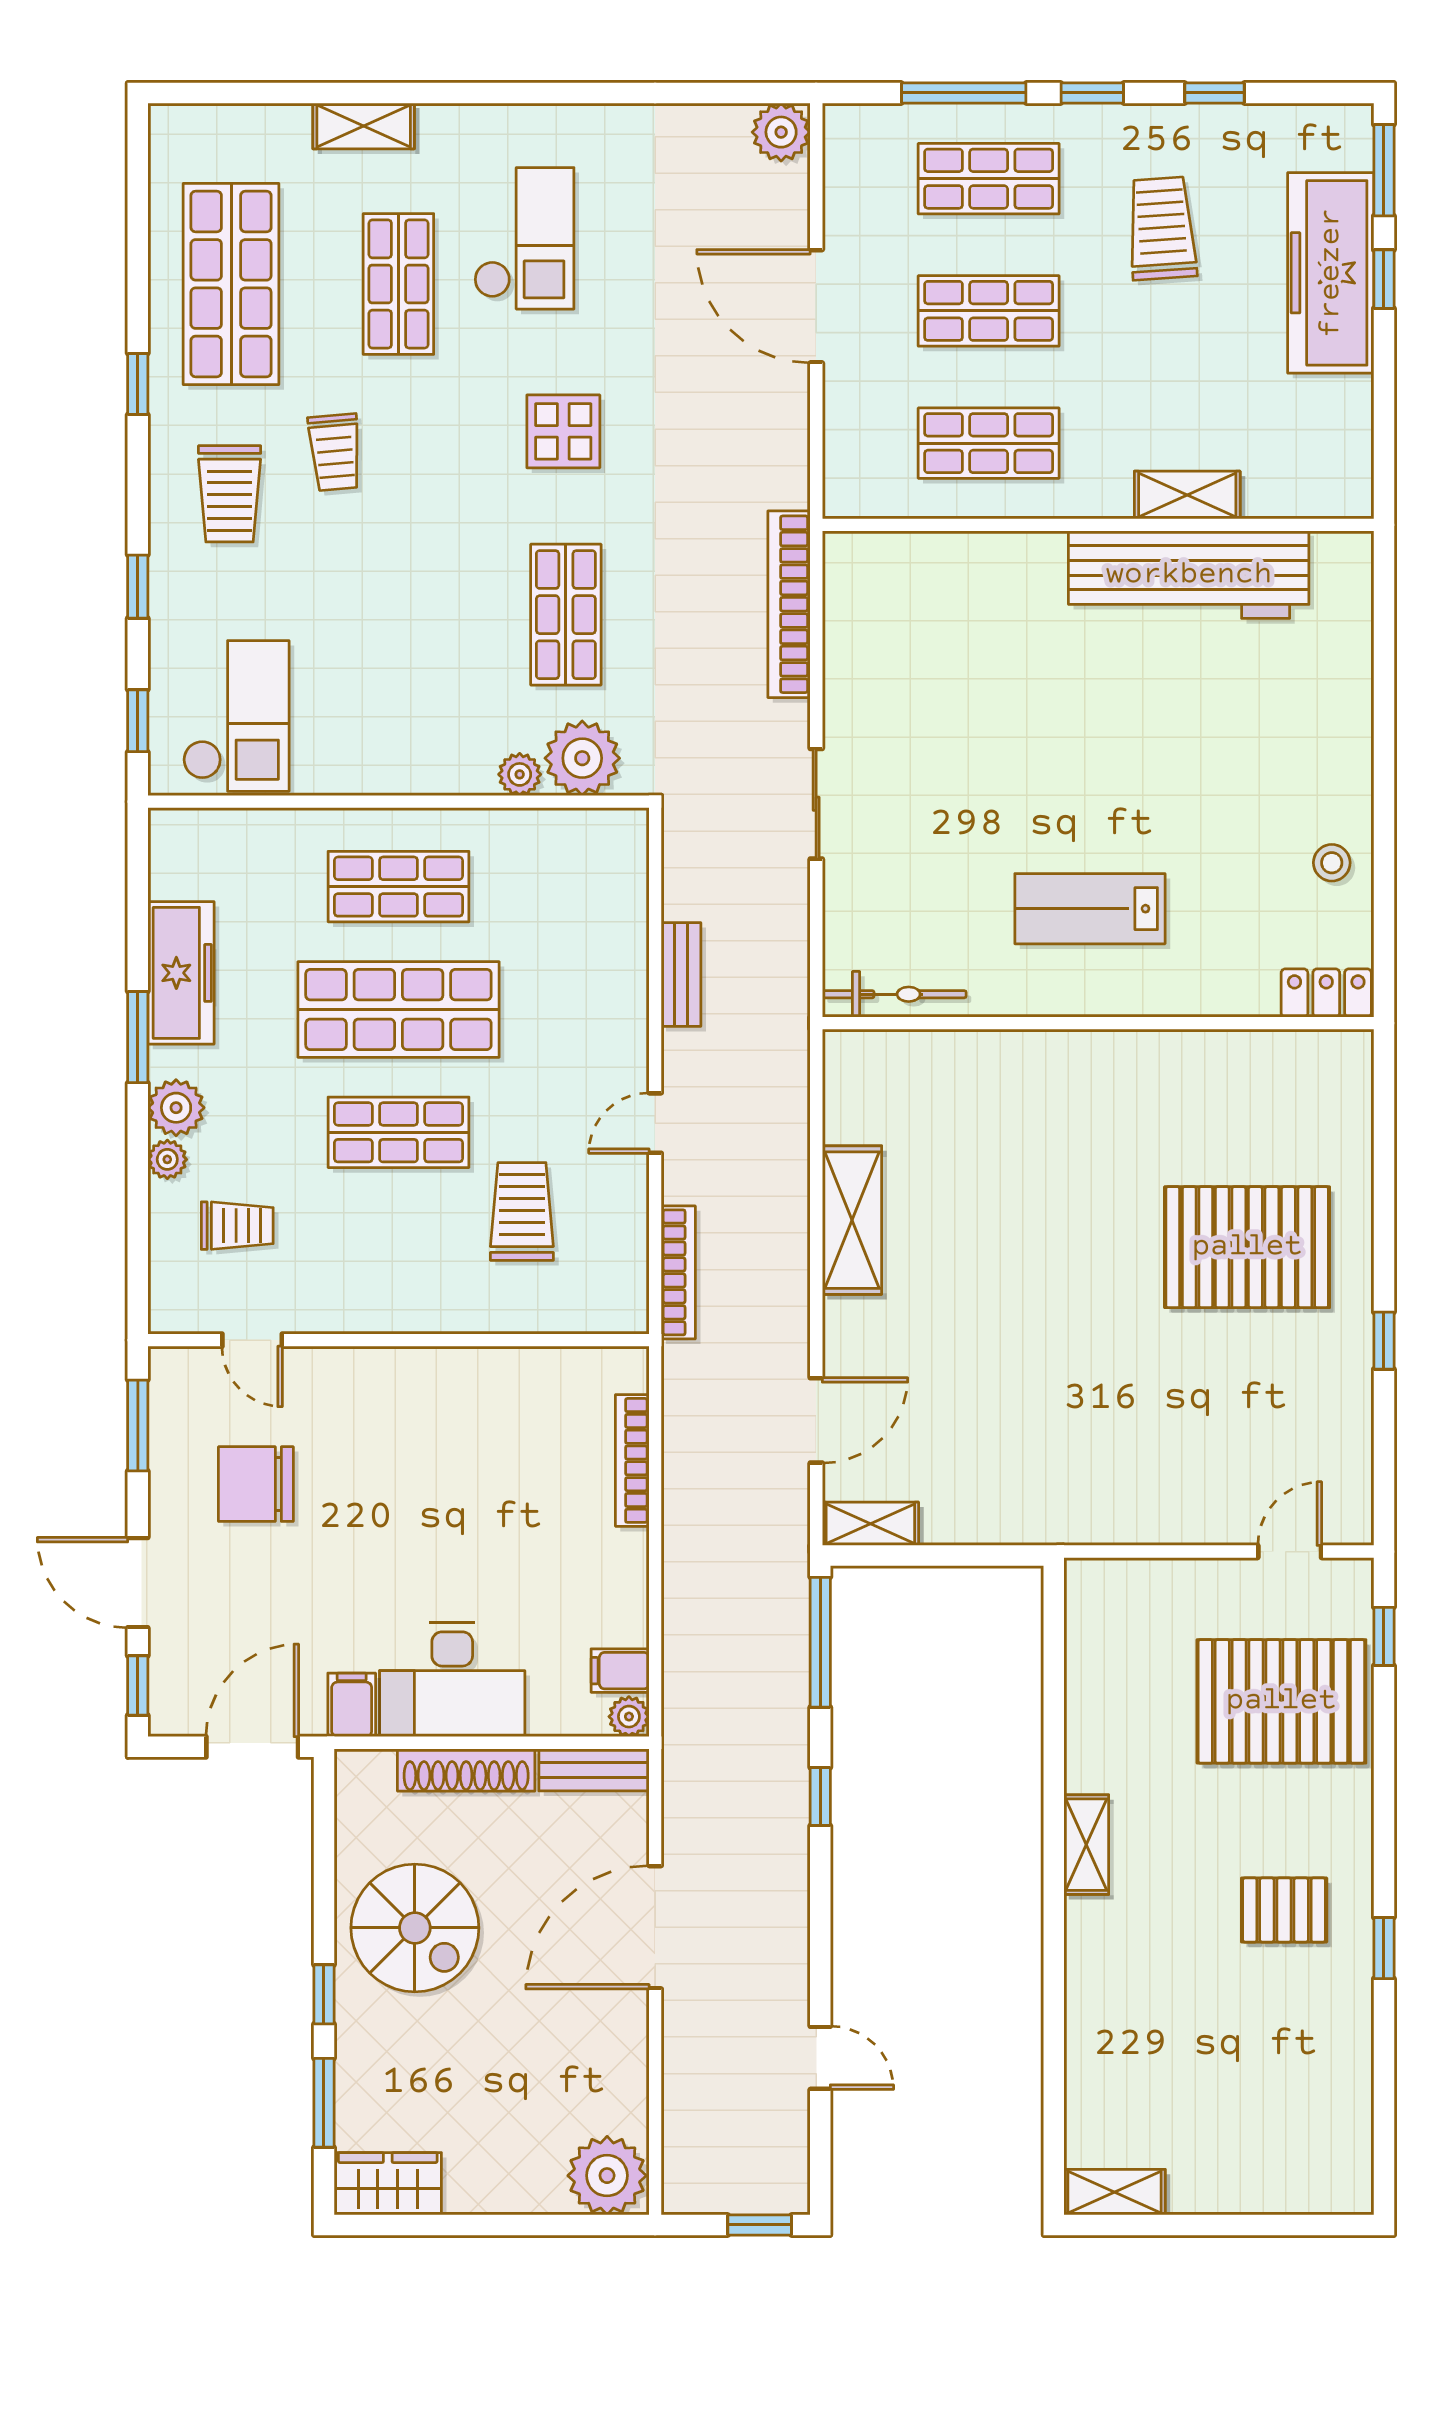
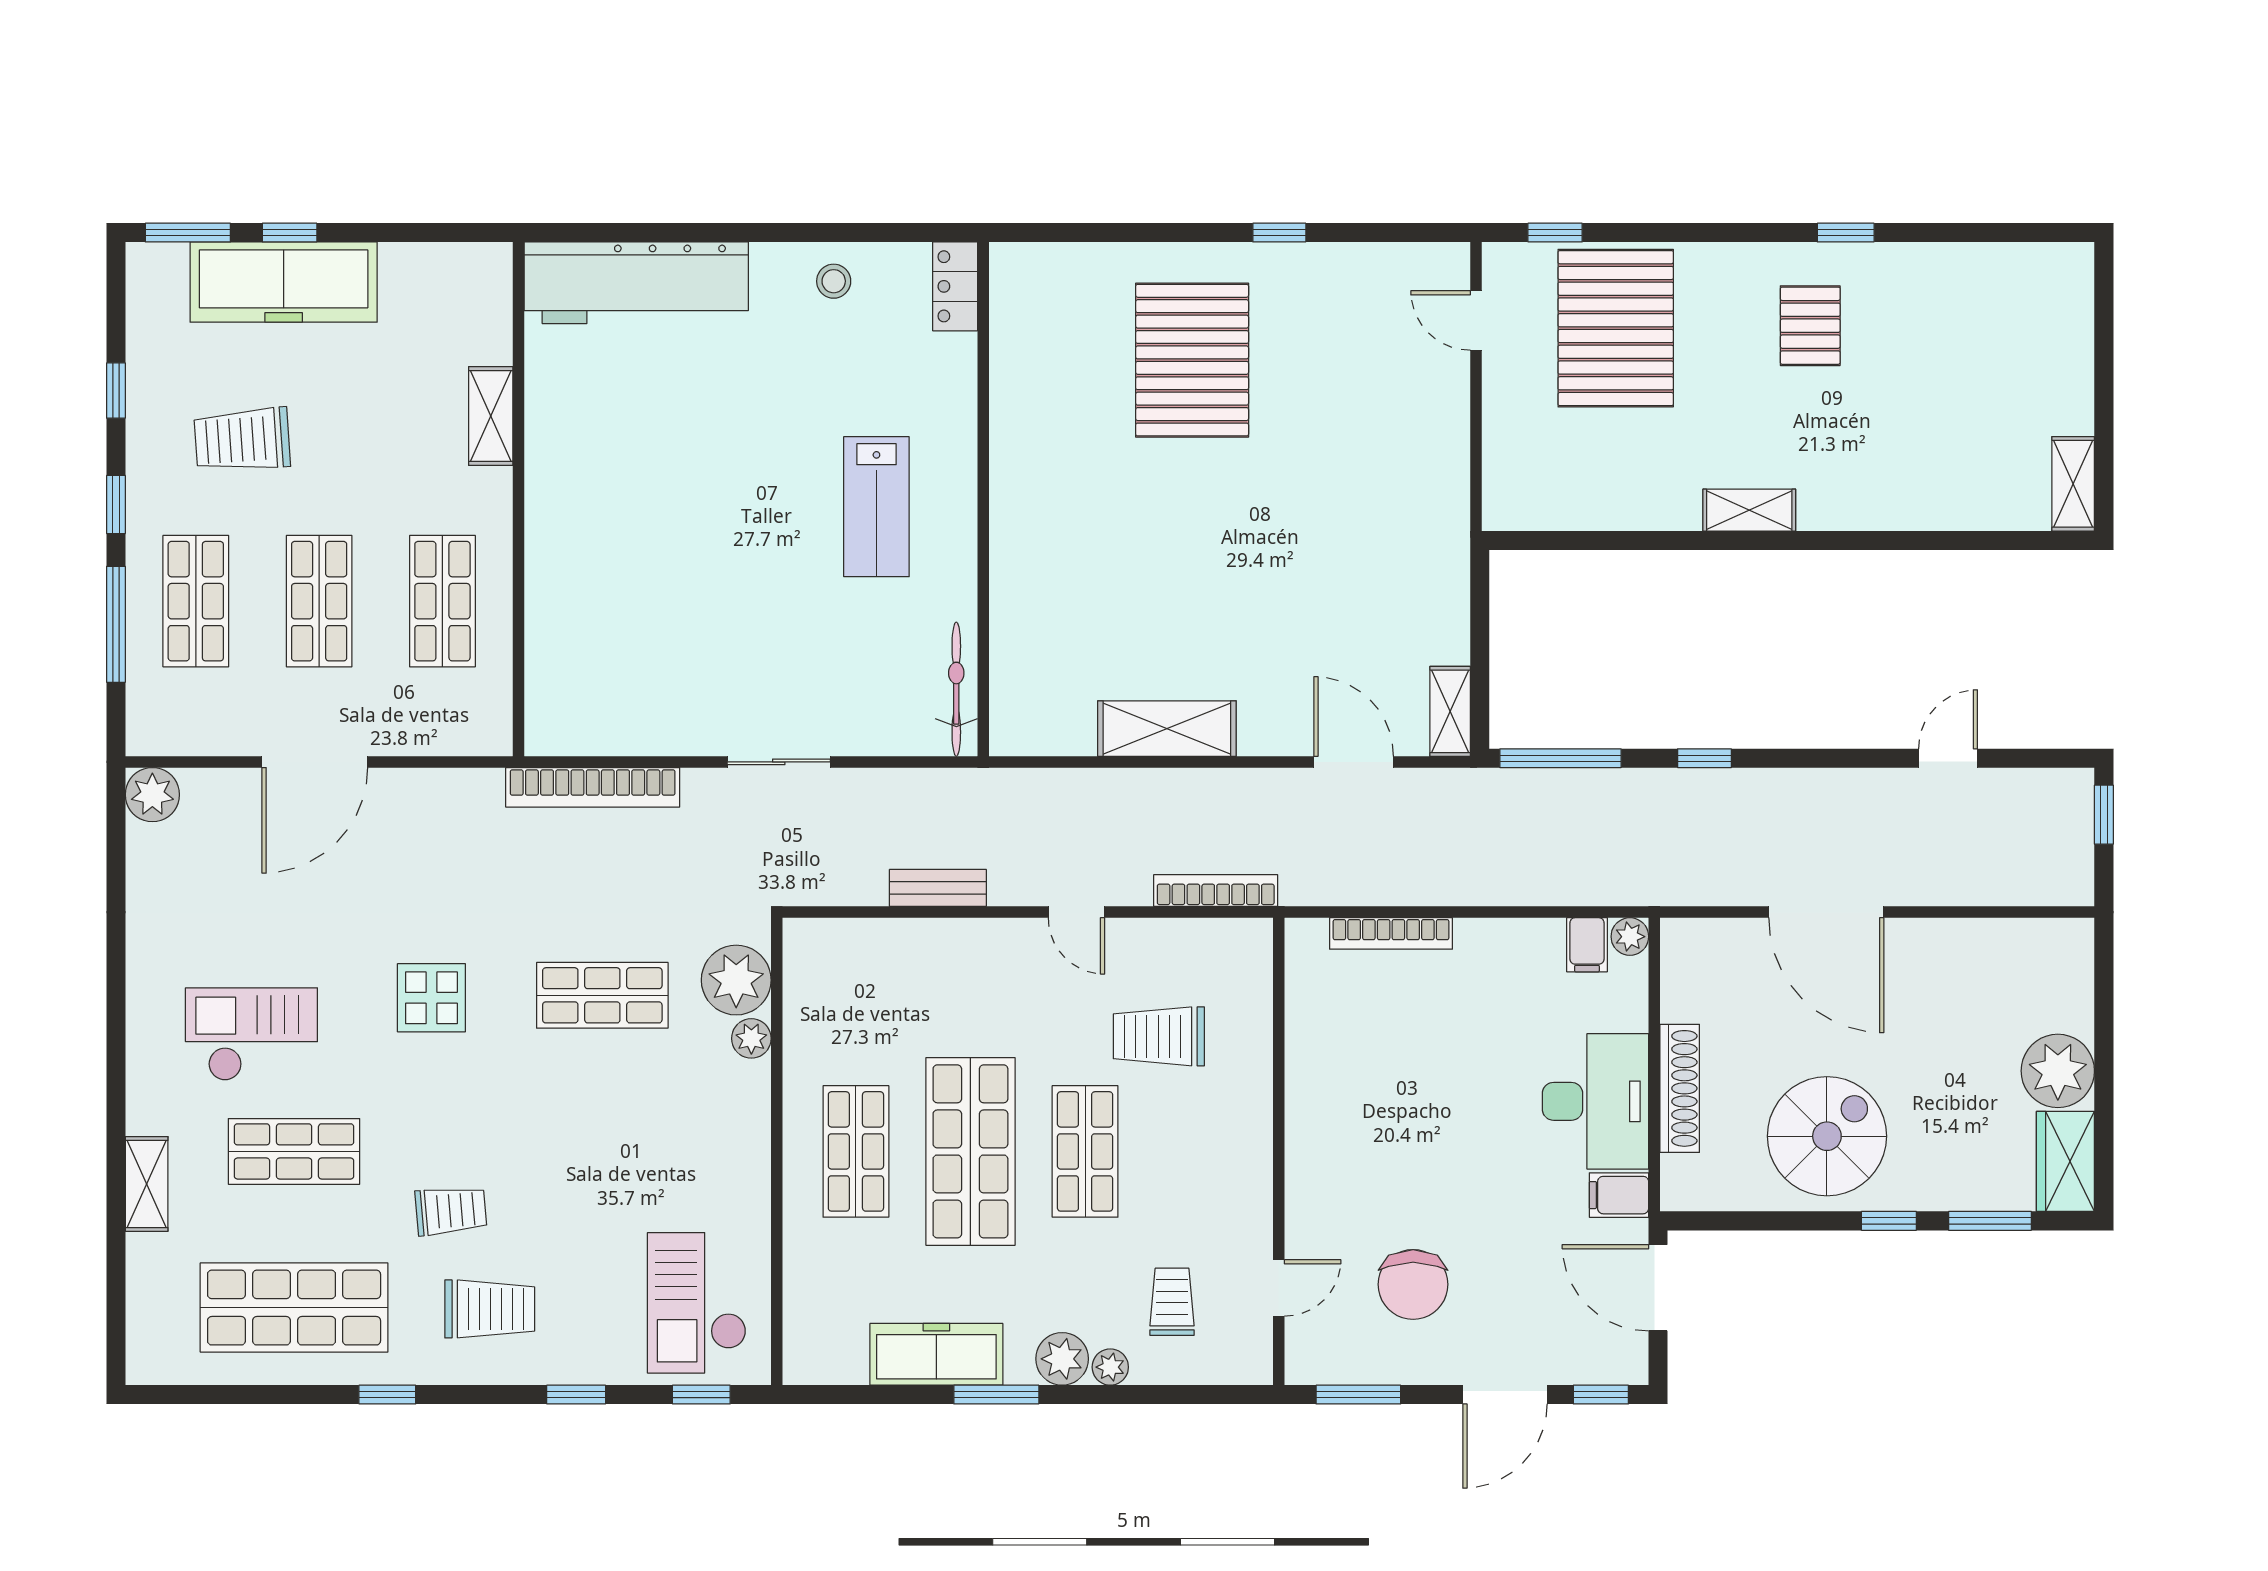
workbench: (1189, 575) -> (636, 283), moved, turned 90
checkout: (236, 716) -> (697, 1303), turned -90
bench: (594, 1770) -> (1680, 969), removed
plant: (607, 2176) -> (2058, 1071), moved

